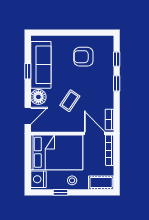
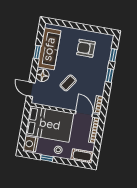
door: (28, 116) -> (31, 89), swing flipped

